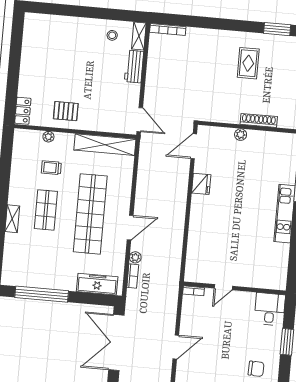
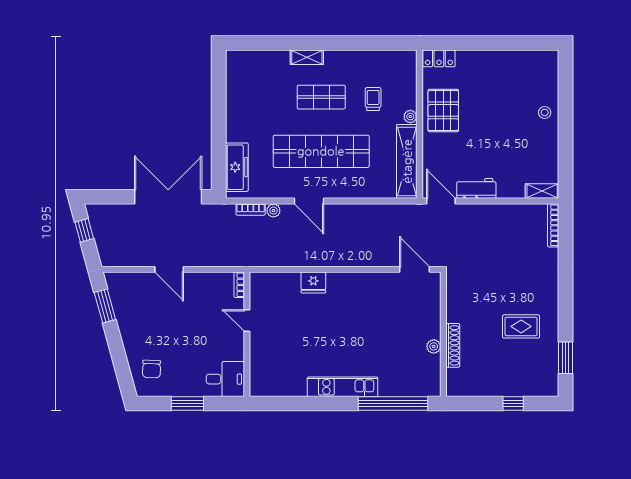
stool: (112, 35) -> (545, 113), moved
workbench: (134, 67) -> (476, 188), moved
pallet: (66, 111) -> (443, 110), width x1.50, depth x1.42
door: (140, 120) -> (441, 201), swing flipped
plant: (241, 135) -> (434, 346), moved
plant: (48, 137) -> (410, 117), moved
fridge: (201, 184) -> (313, 283), moved
window: (42, 294) -> (219, 101), removed

